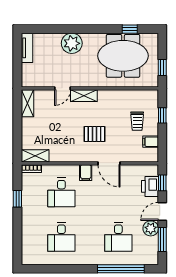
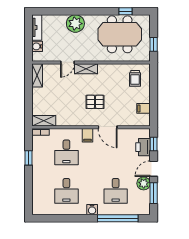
water cooler: (27, 70) -> (37, 46), added
window: (162, 115) -> (154, 86), removed
trolley: (137, 121) -> (135, 78), moved
water cooler: (91, 259) -> (92, 210), added

